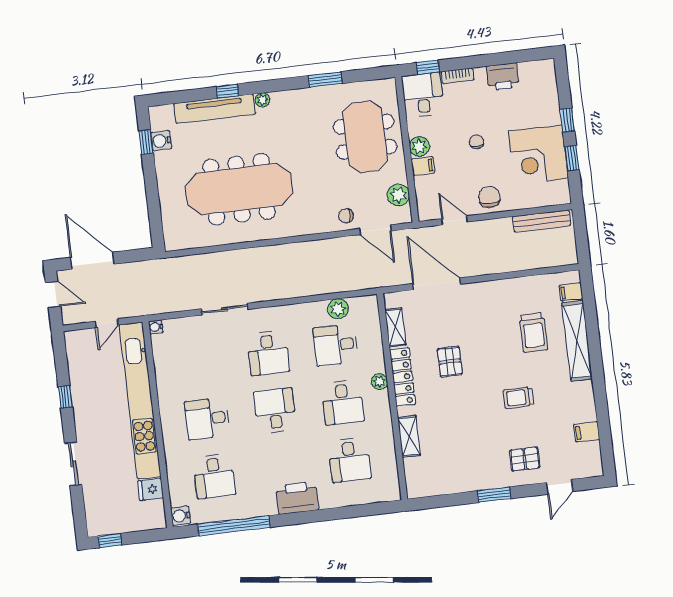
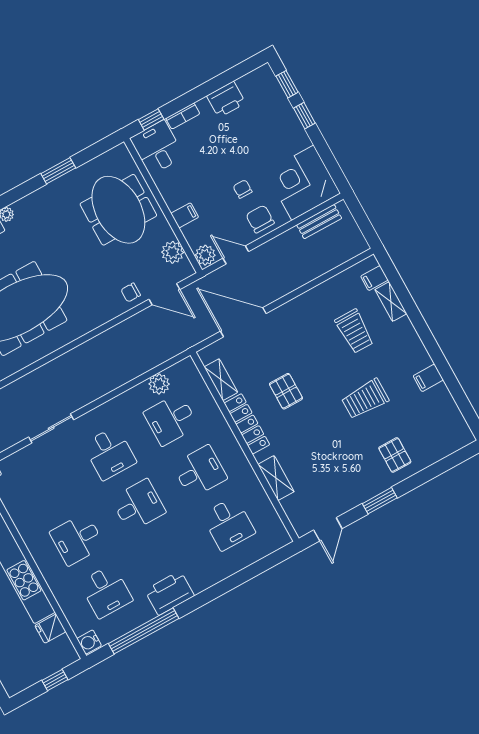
chair: (476, 142) -> (243, 189), moved
plant: (419, 147) -> (205, 255), moved
corner desk: (538, 155) -> (303, 183), moved, turned 90
window: (572, 158) -> (287, 84), moved
bench: (542, 221) -> (319, 222), width x0.73
shelving: (577, 341) -> (391, 302), width x0.45, depth x0.75
plant: (380, 382) -> (227, 437), removed
trolley: (518, 398) -> (365, 399), width x1.36, depth x1.39
desk: (343, 402) -> (200, 472), turned -90
desk: (275, 411) -> (138, 505), turned 90
filing cabinet: (587, 432) -> (428, 378), moved
pallet: (525, 459) -> (395, 455), turned 90
door: (560, 487) -> (328, 529), moved
printer: (297, 498) -> (170, 593), moved
window: (110, 541) -> (55, 680), moved

